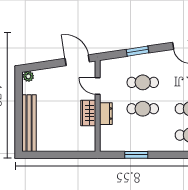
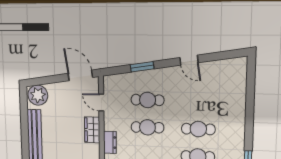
plant: (28, 76) -> (38, 95), width x1.88, depth x1.88
dresser: (106, 114) -> (110, 142), moved

